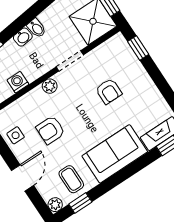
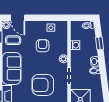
armchair: (109, 91) -> (43, 85), width x1.88, depth x1.88
door: (23, 178) -> (18, 18), moved

